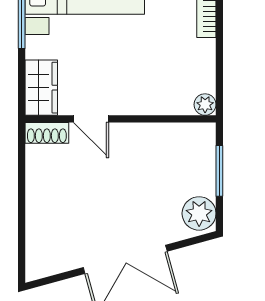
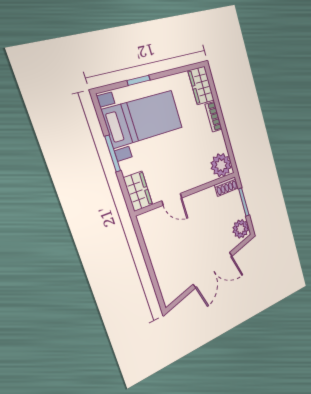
plant: (205, 105) -> (221, 165), width x1.87, depth x1.87
shoe rack: (47, 133) -> (226, 186), moved

